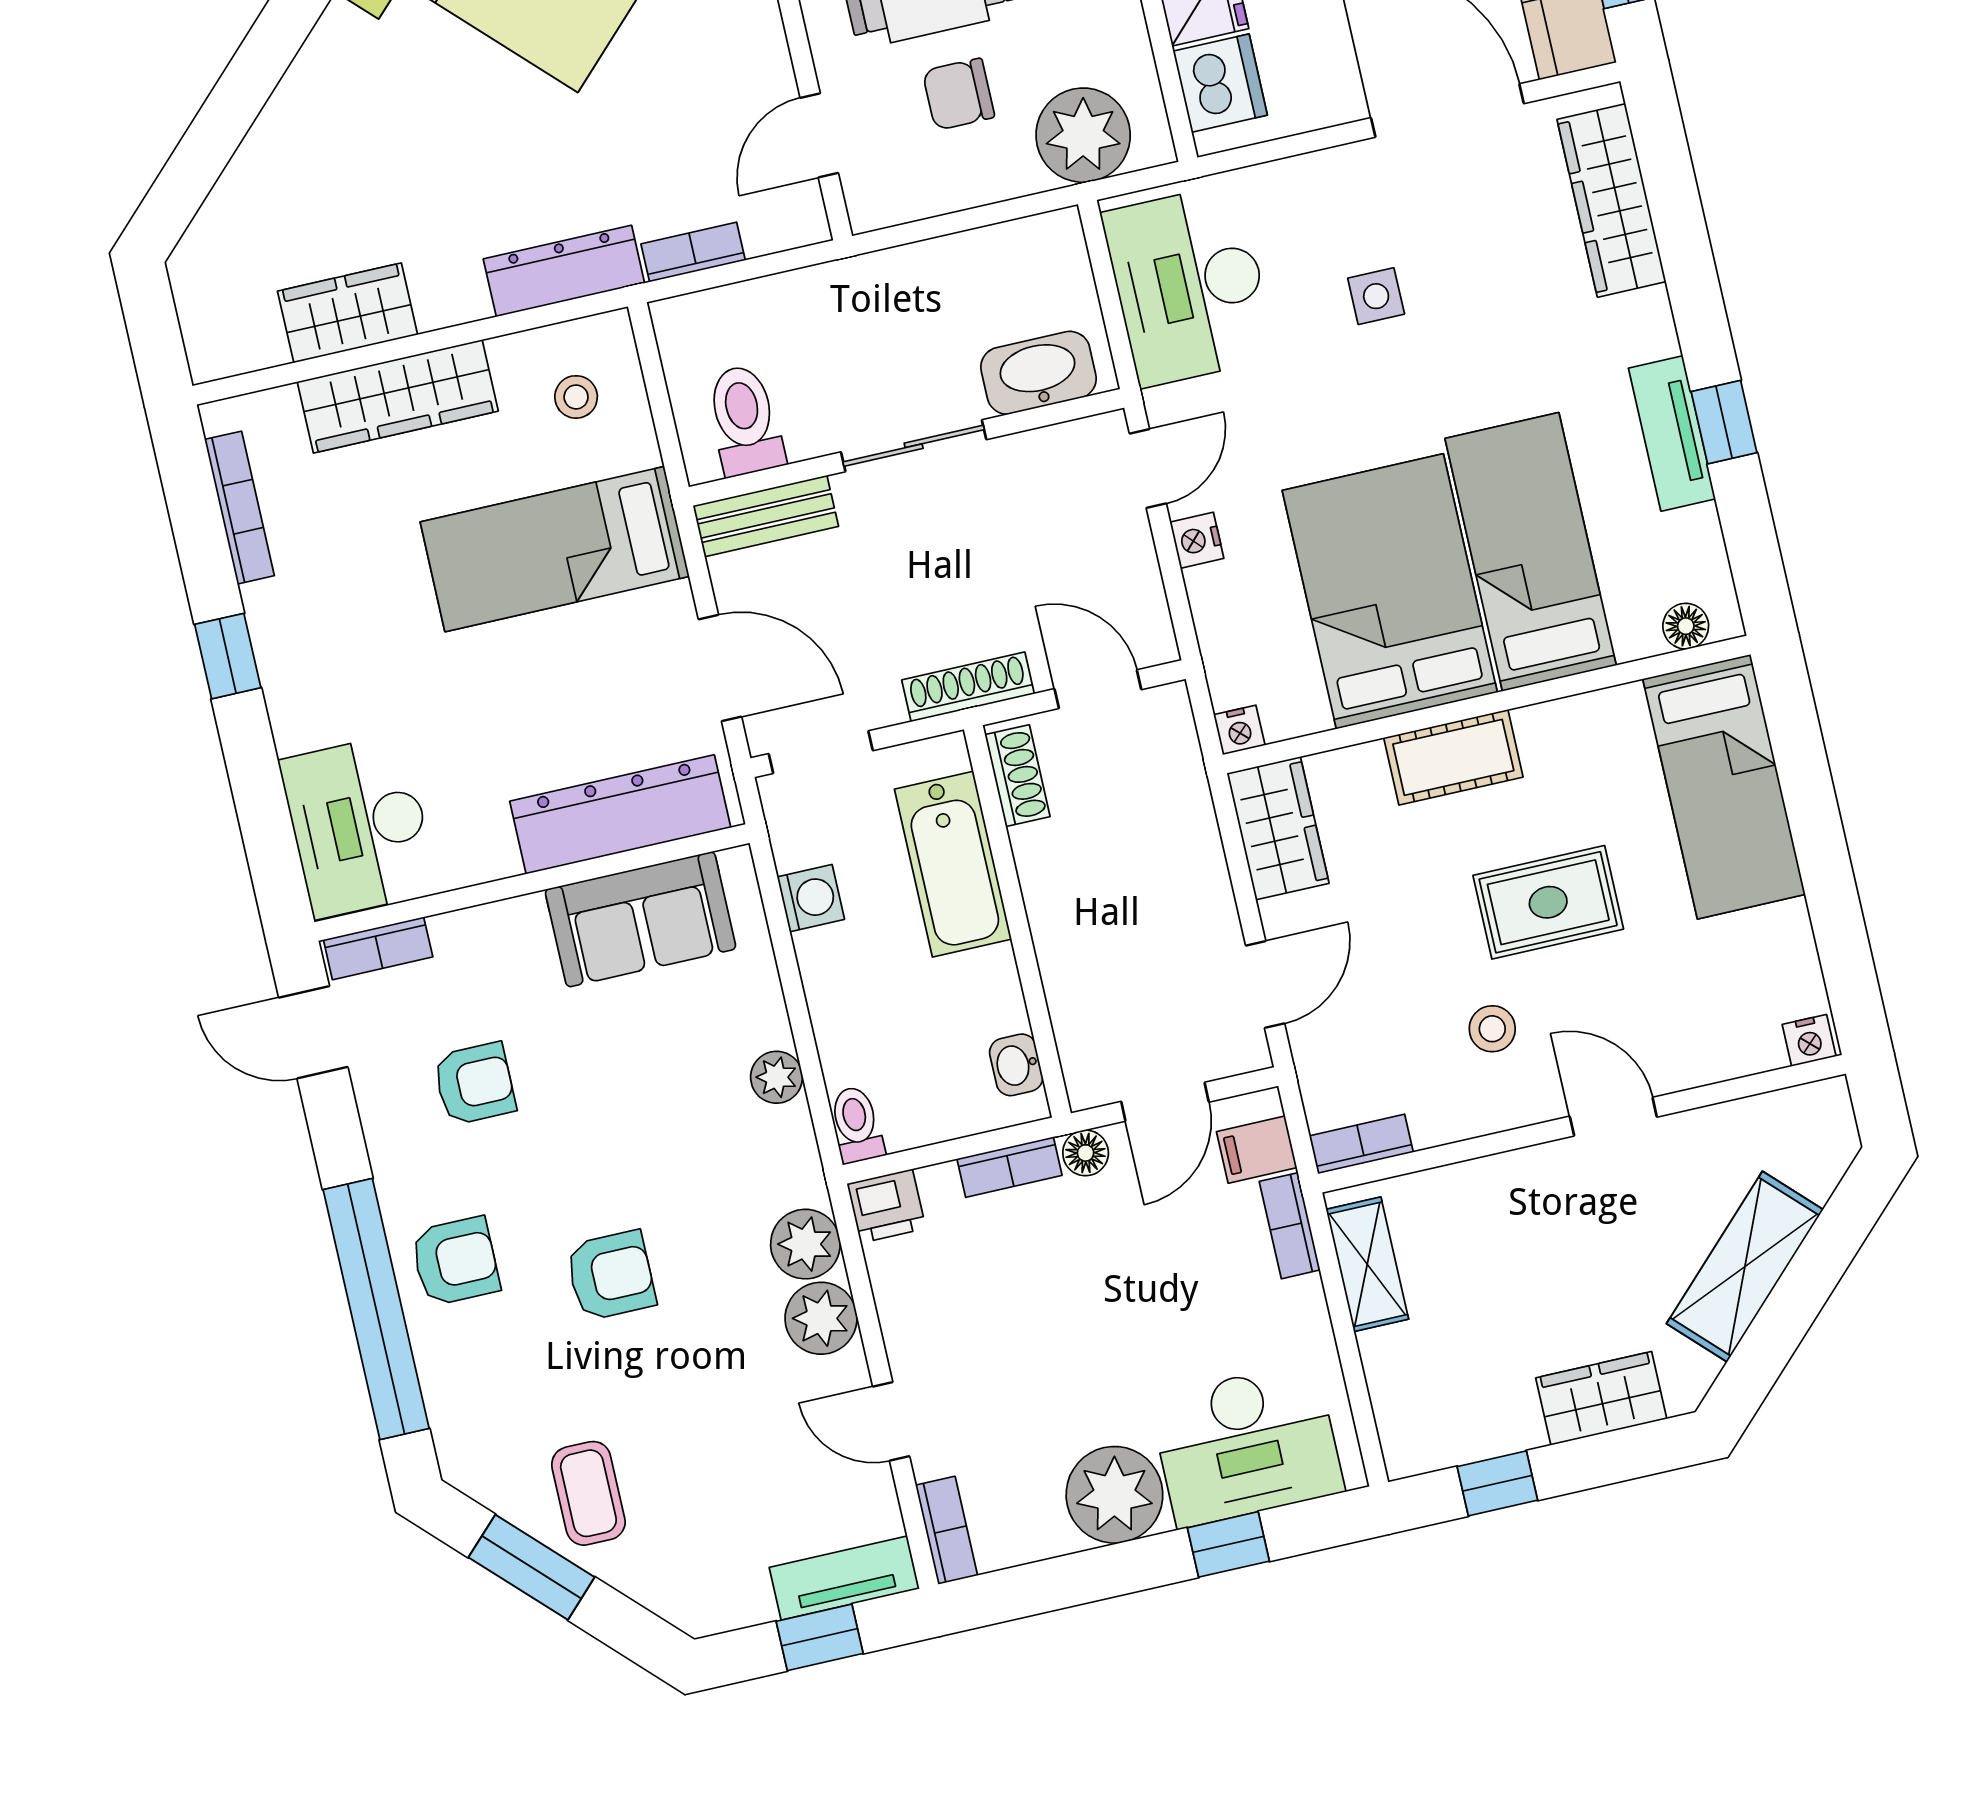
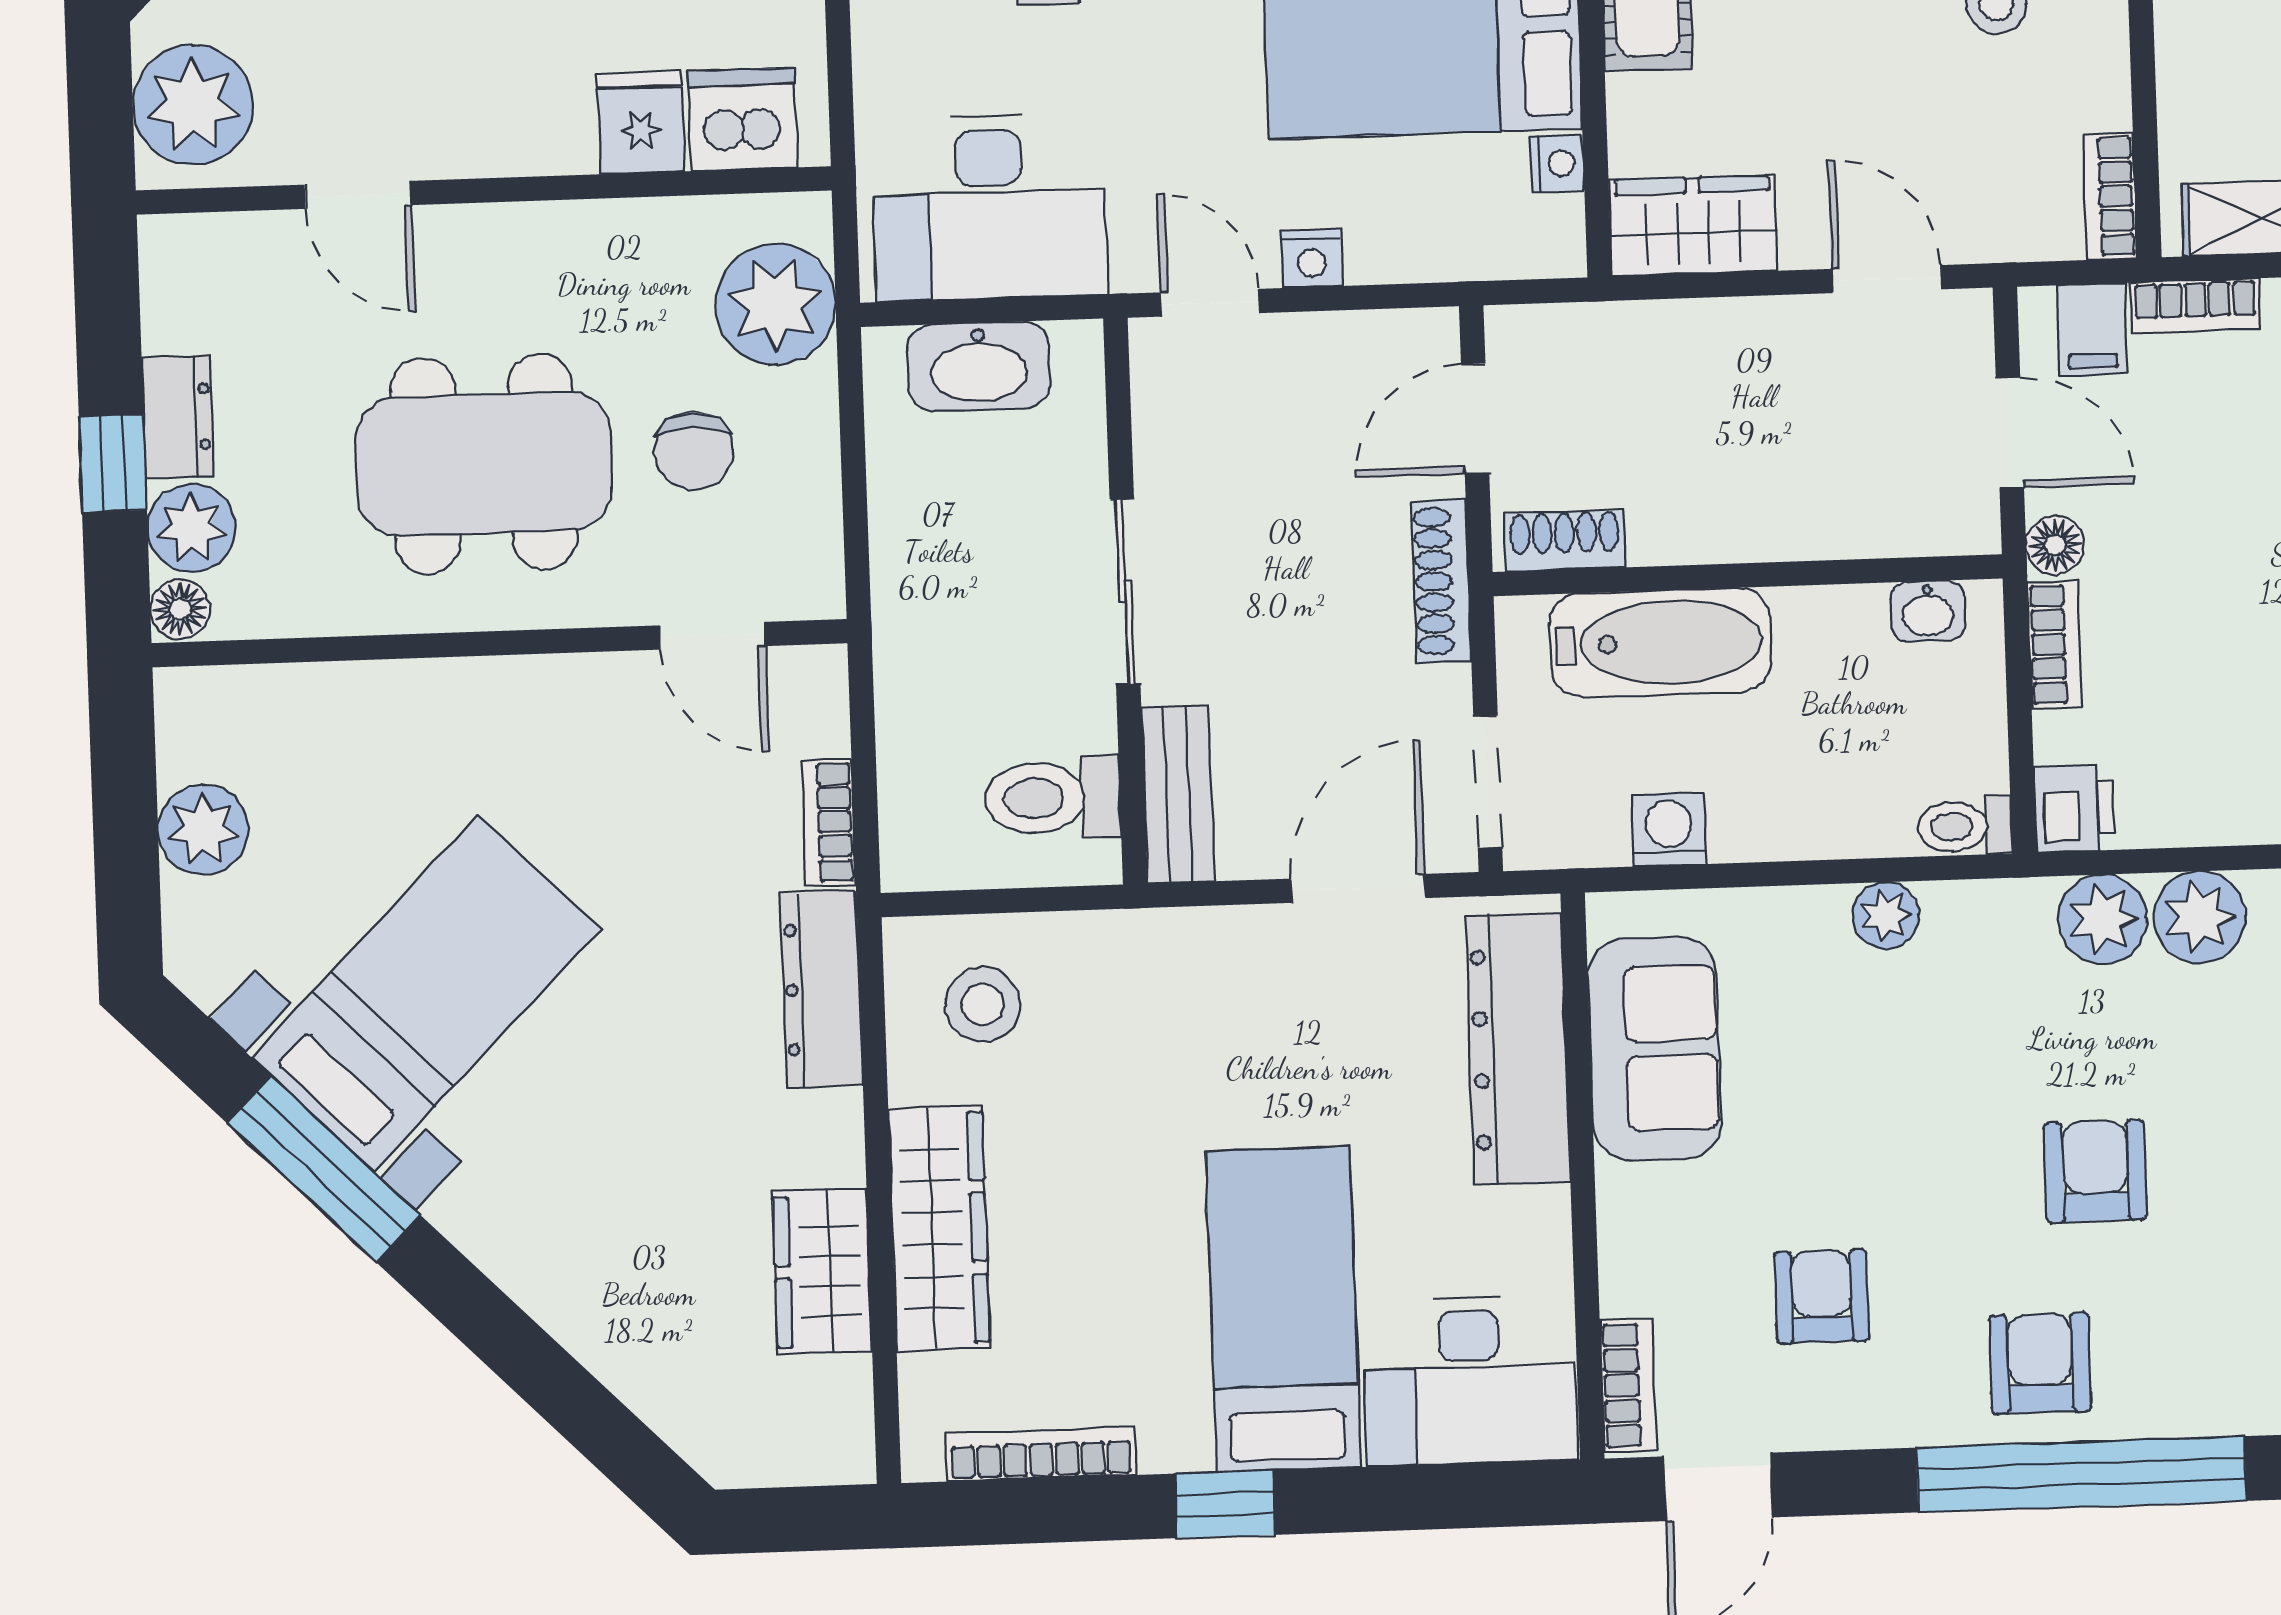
washbasin: (1039, 373) -> (979, 366), moved, turned -90
stool: (576, 397) -> (983, 1004), width x1.37, depth x1.37
bed: (555, 549) -> (1283, 1309), moved, turned 180
nightstand: (1239, 730) -> (1557, 163), moved

